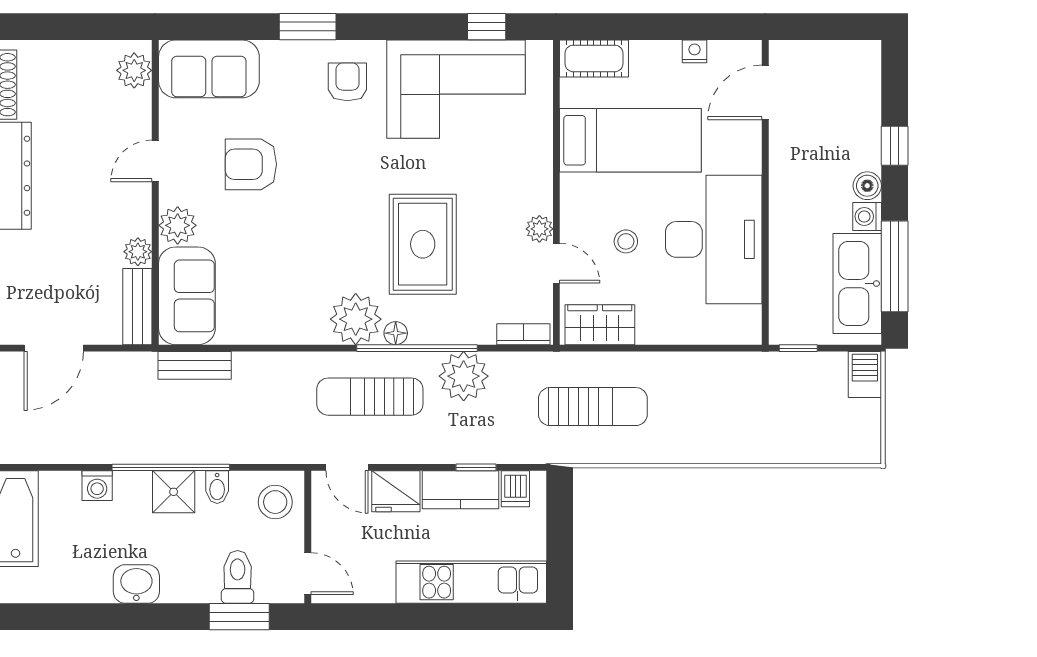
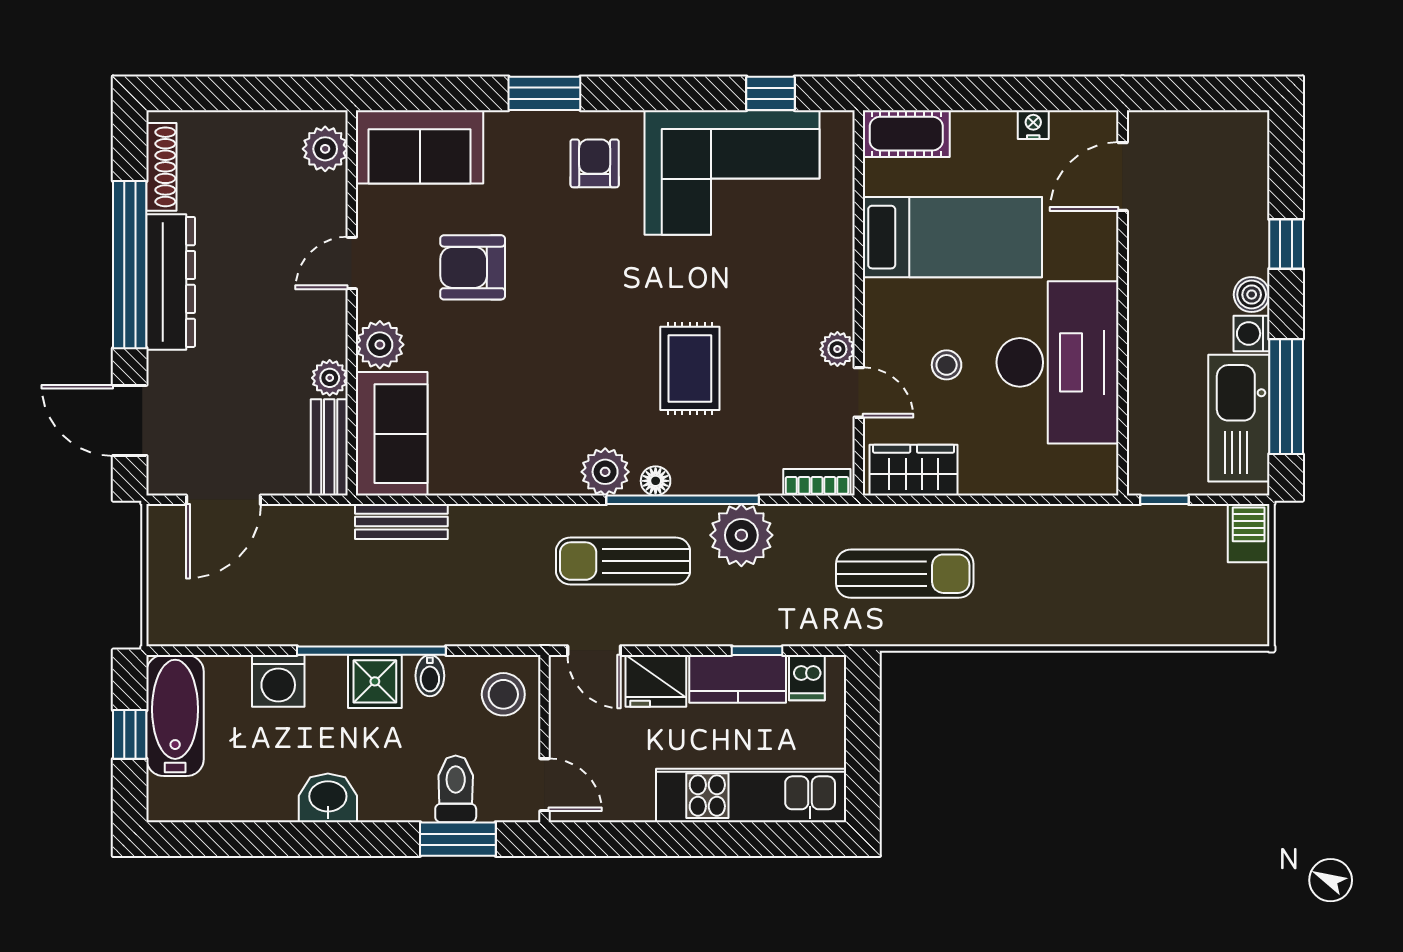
rug: (423, 244) -> (690, 368), width x0.73, depth x0.70
plant: (356, 319) -> (605, 472), width x0.73, depth x0.73
washing machine: (97, 486) -> (278, 681), width x1.38, depth x1.38

